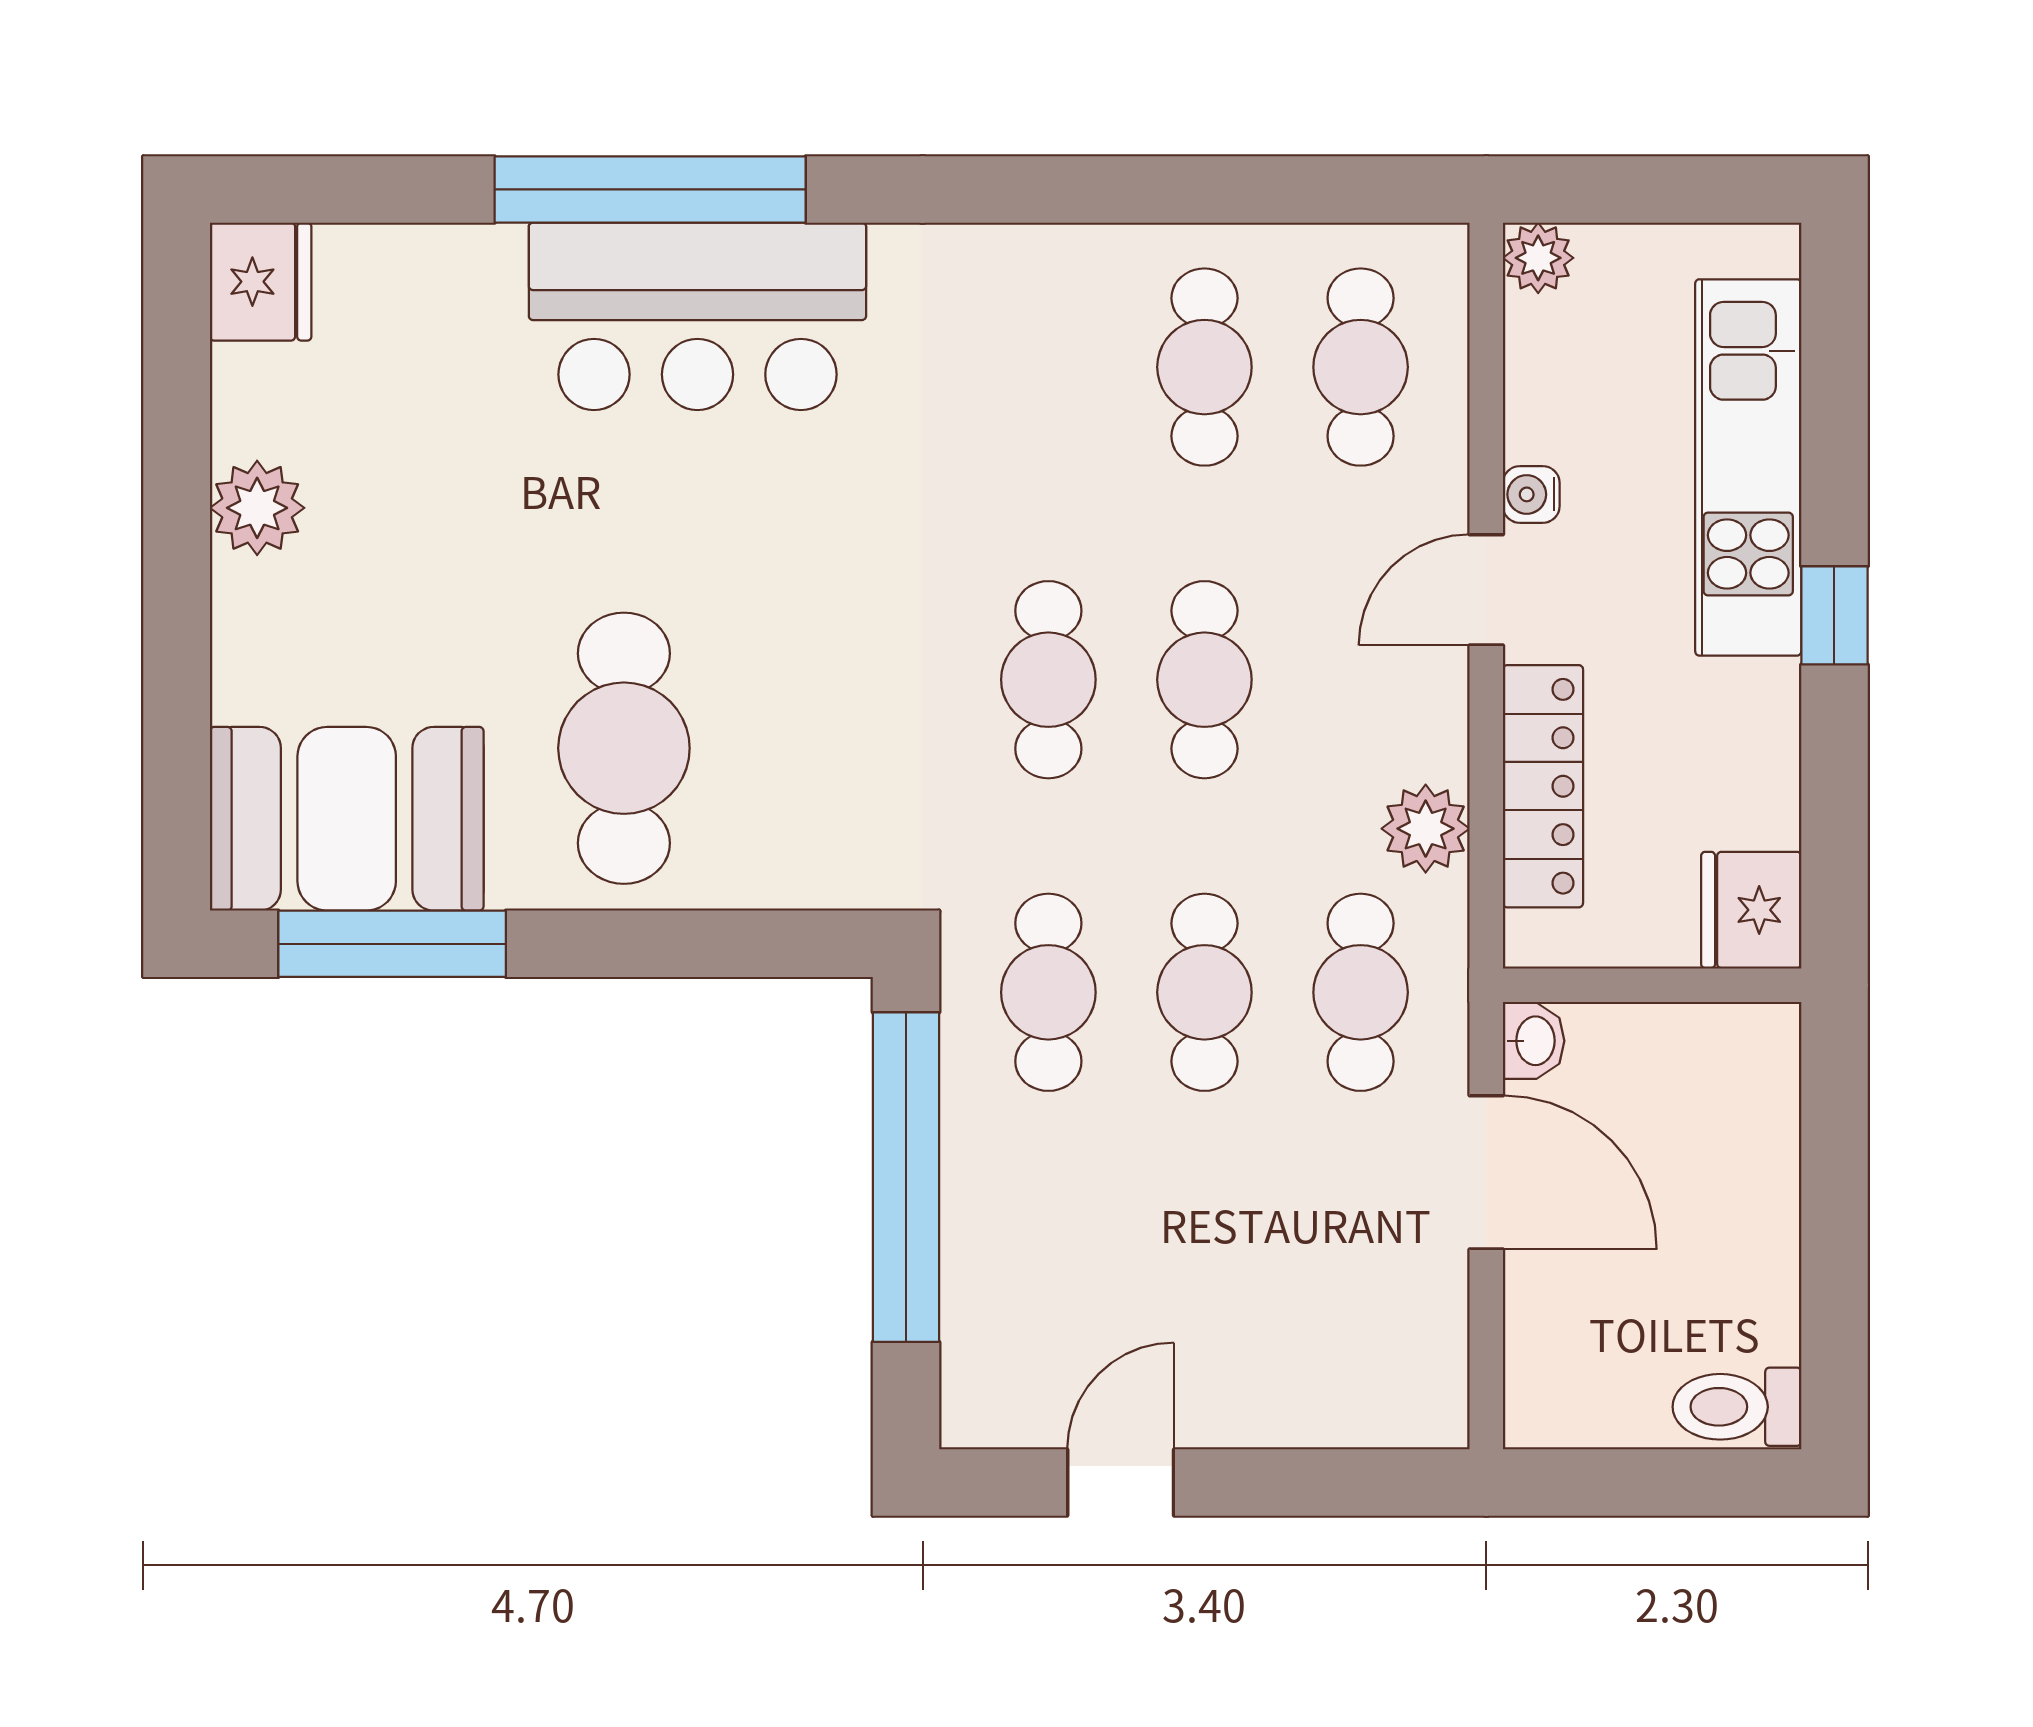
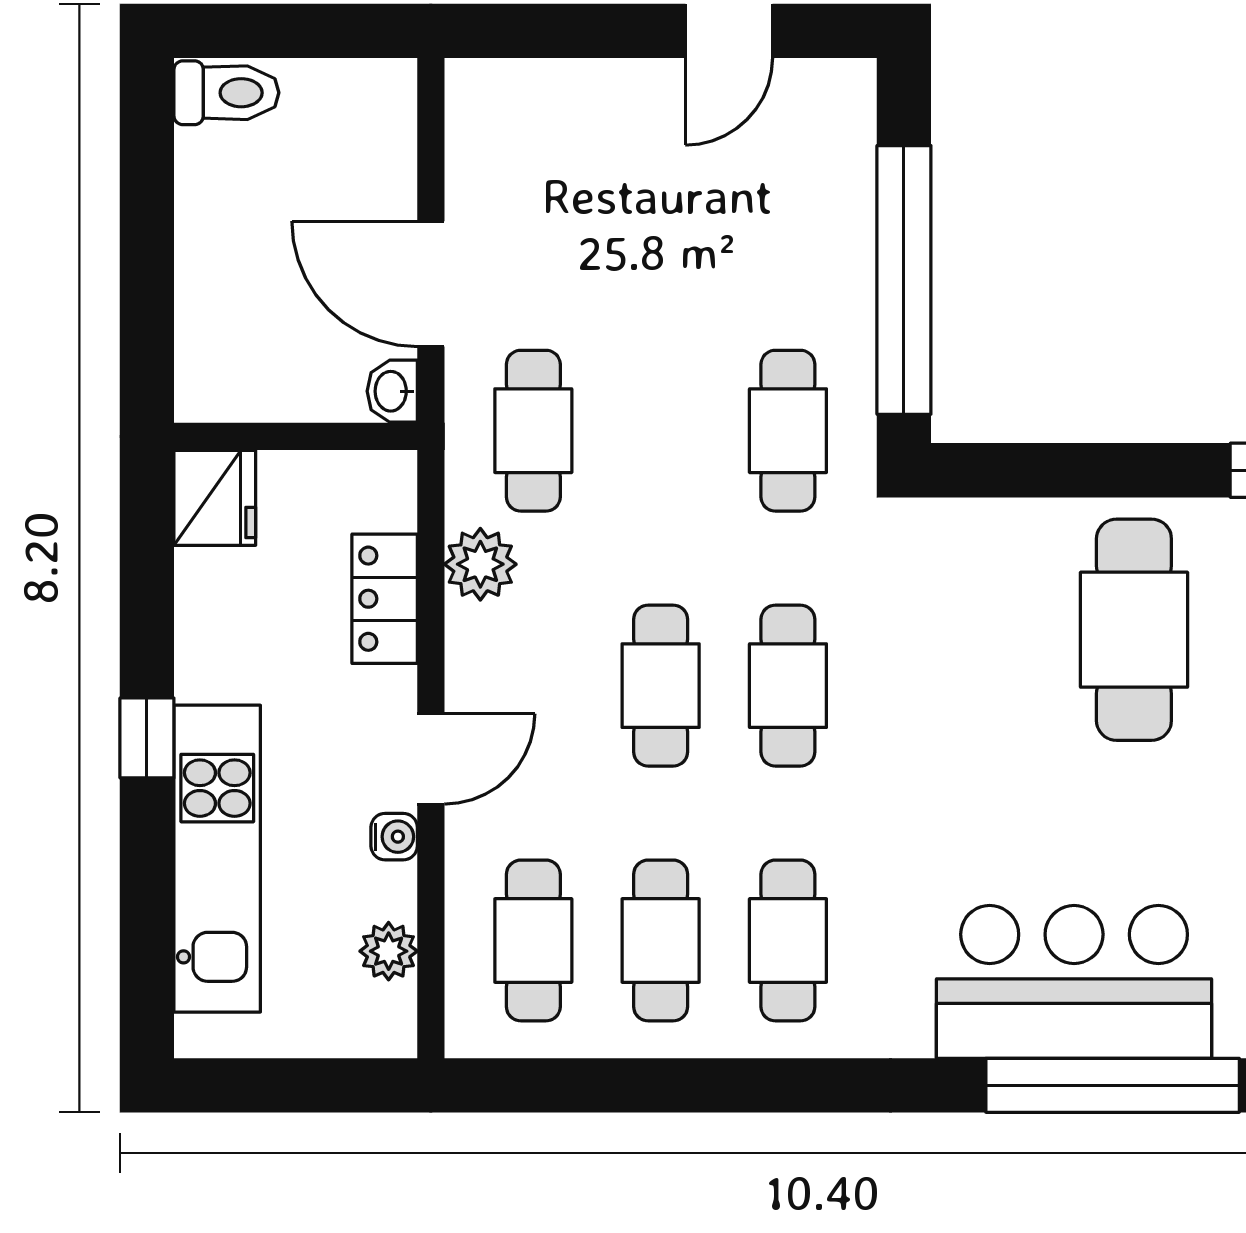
plant: (1538, 258) -> (389, 951), moved
locker: (1543, 786) -> (385, 599), width x0.66
cafe table: (1204, 992) -> (788, 940), moved

